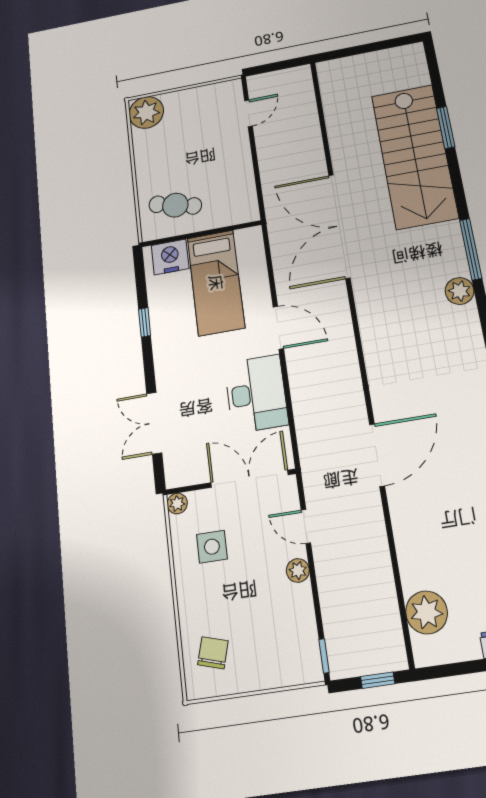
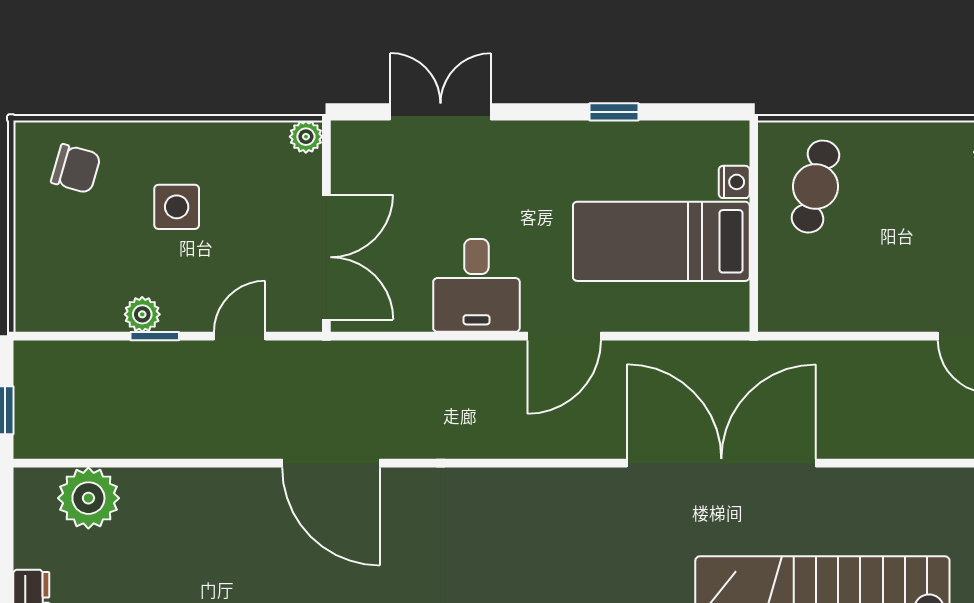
nightstand: (170, 257) -> (734, 182), width x0.53, depth x0.56
desk: (256, 394) -> (476, 285), width x0.73
side table: (212, 547) -> (177, 207), moved
plant: (298, 570) -> (142, 314), moved
window: (324, 656) -> (155, 336), moved

